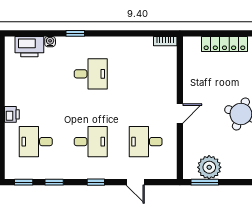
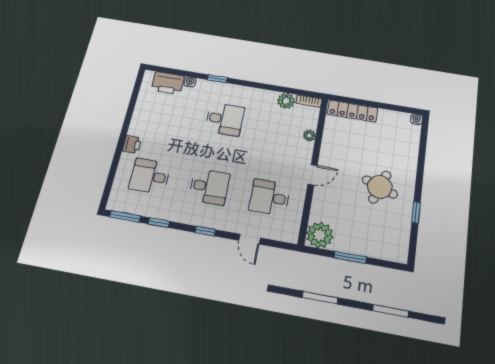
locker: (224, 44) -> (352, 111), moved
plant: (144, 45) -> (286, 101), added
plant: (171, 76) -> (309, 135), added
plant: (209, 167) -> (320, 235), moved
window: (24, 182) -> (125, 216), width x1.50
window: (205, 182) -> (350, 257), moved

